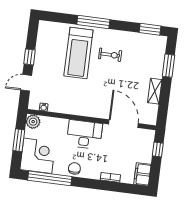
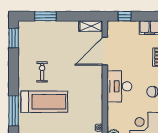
window: (93, 22) -> (14, 111), moved
shelving: (155, 91) -> (91, 26), moved

